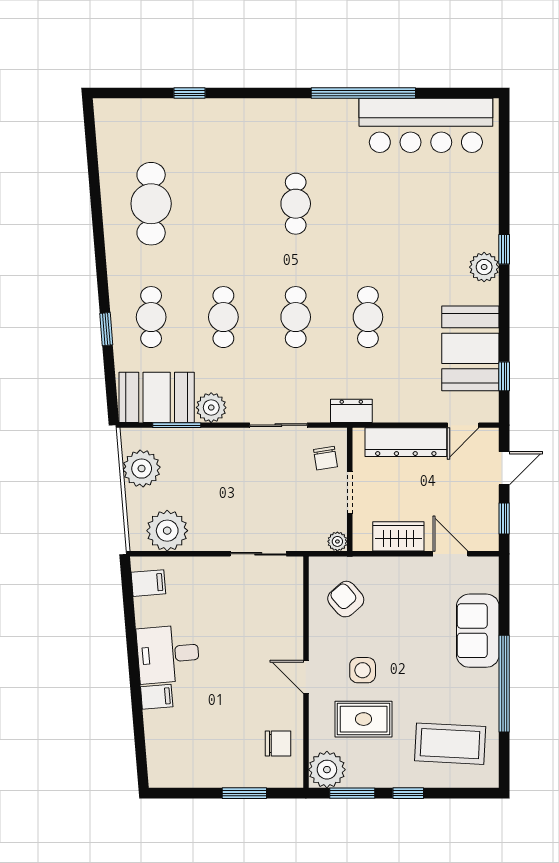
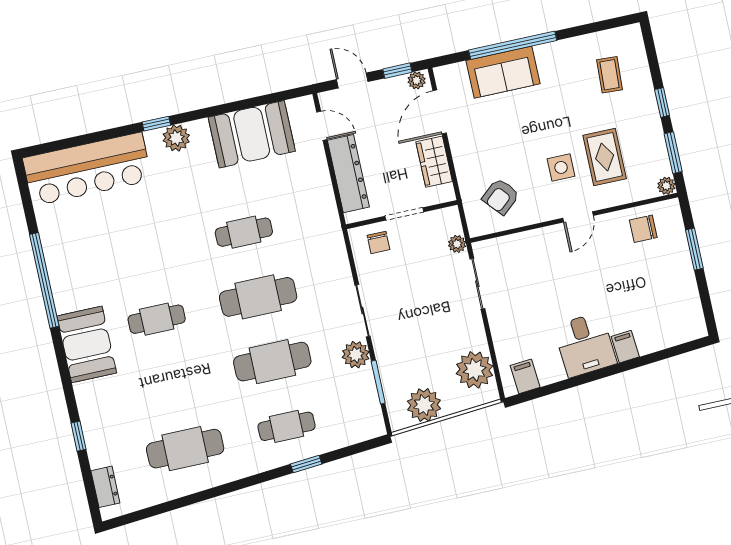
bar counter: (426, 125) -> (87, 169), moved, turned 90
cafe table: (223, 317) -> (272, 362), width x1.37, depth x1.35
cafe table: (296, 317) -> (258, 297), width x1.37, depth x1.35
window: (504, 376) -> (270, 99), removed
booth: (157, 397) -> (87, 344), moved
dresser: (351, 411) -> (105, 487), moved, turned 180
sliding door: (278, 425) -> (362, 311), moved
chair: (325, 458) -> (378, 242), turned 99
plant: (489, 537) -> (417, 80), added
plant: (337, 541) -> (457, 244), moved
door: (450, 554) -> (440, 112), width x1.38
window: (504, 684) -> (513, 45), moved
chair: (278, 744) -> (643, 229), turned -90
coffee table: (450, 744) -> (610, 75), width x0.54, depth x0.58
plant: (327, 770) -> (666, 186), width x0.53, depth x0.53

